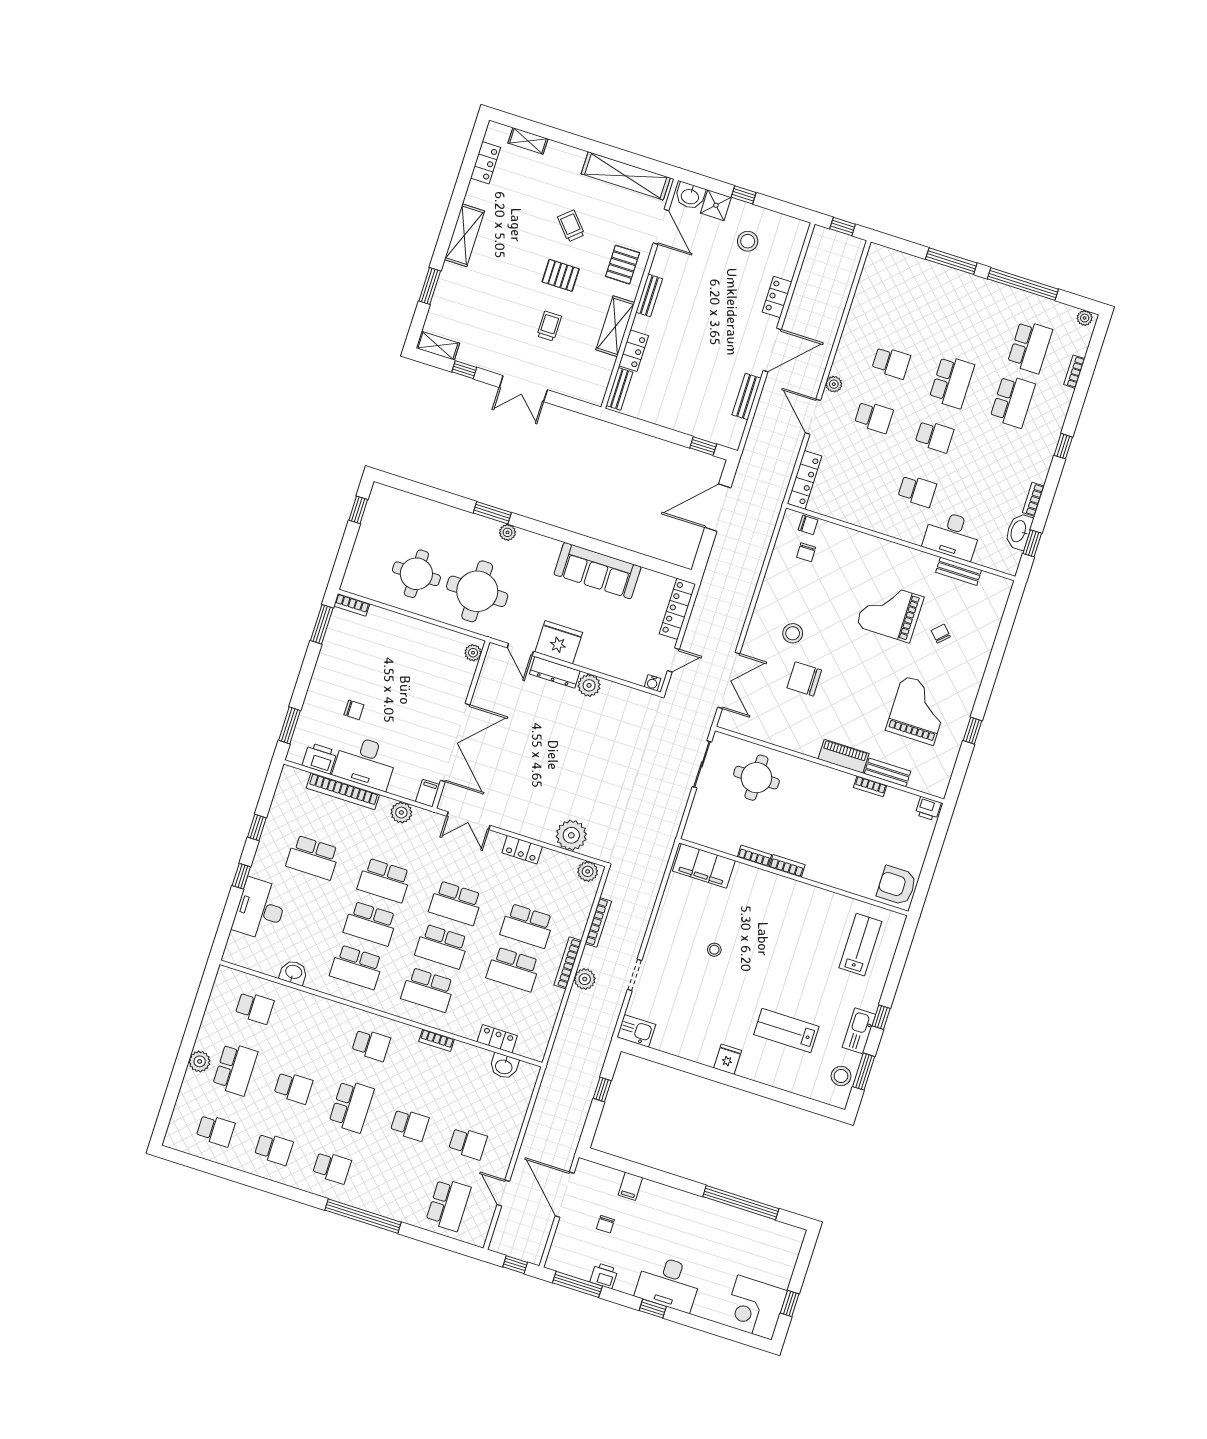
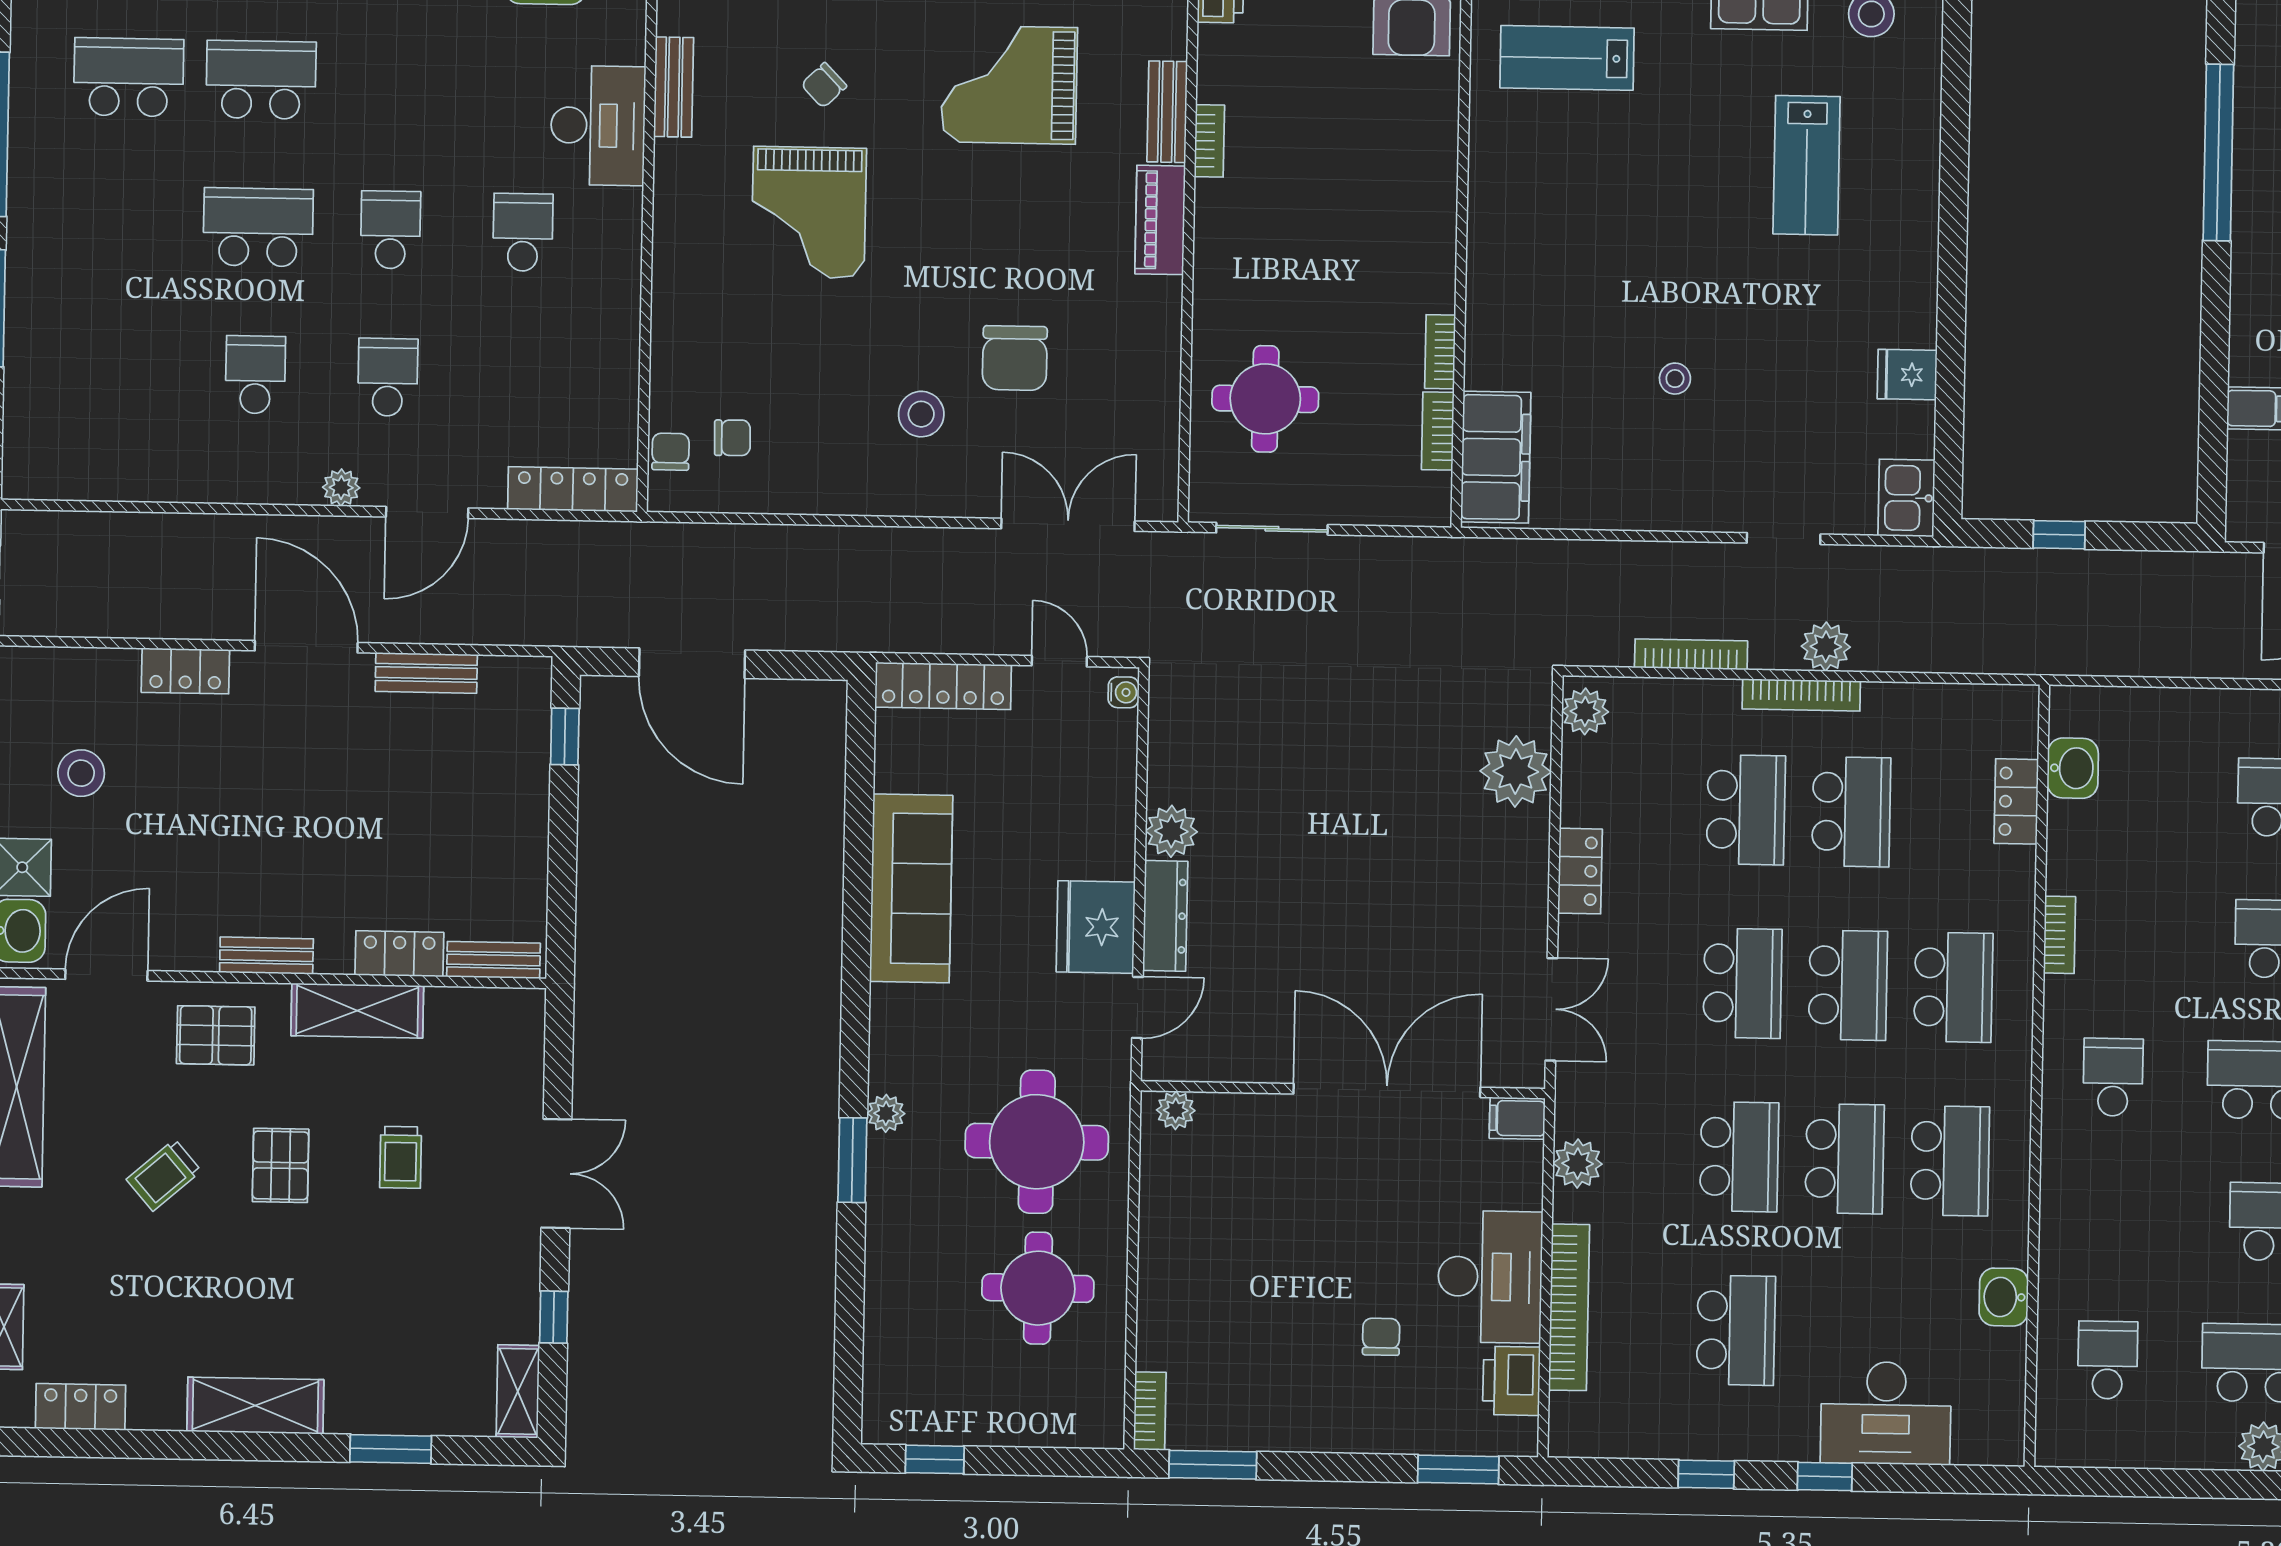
trolley: (549, 326) -> (401, 1157), turned -90
bookcase: (787, 866) -> (1438, 431), moved
fridge: (728, 1059) -> (1907, 375), moved

